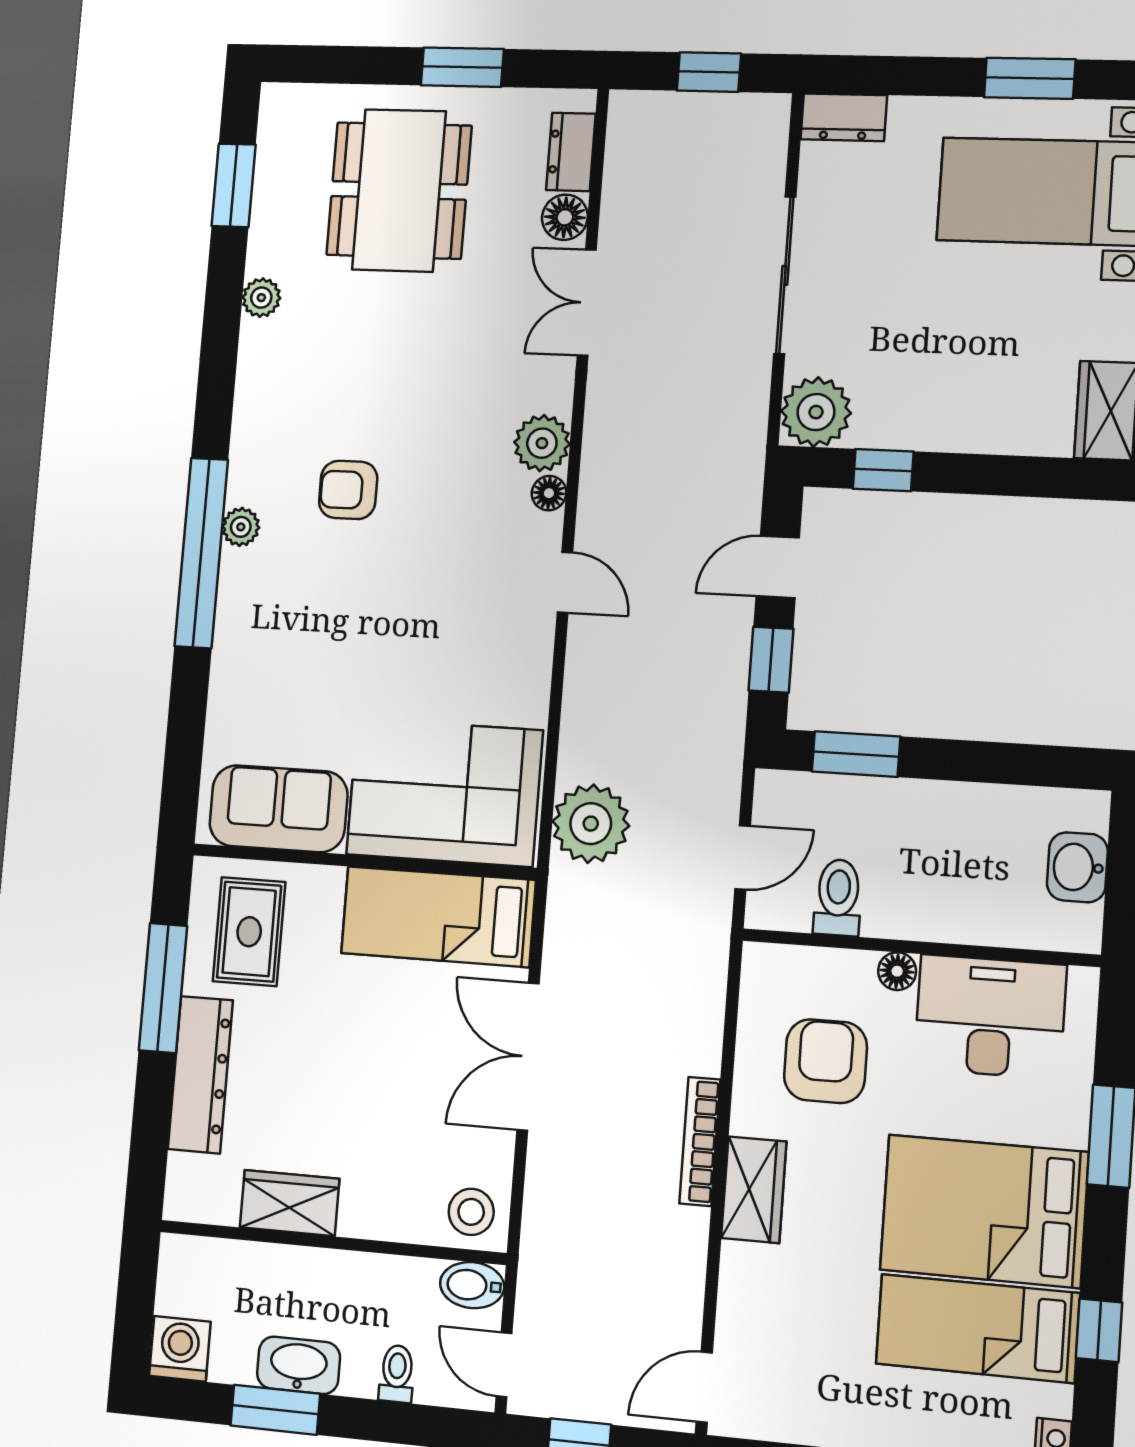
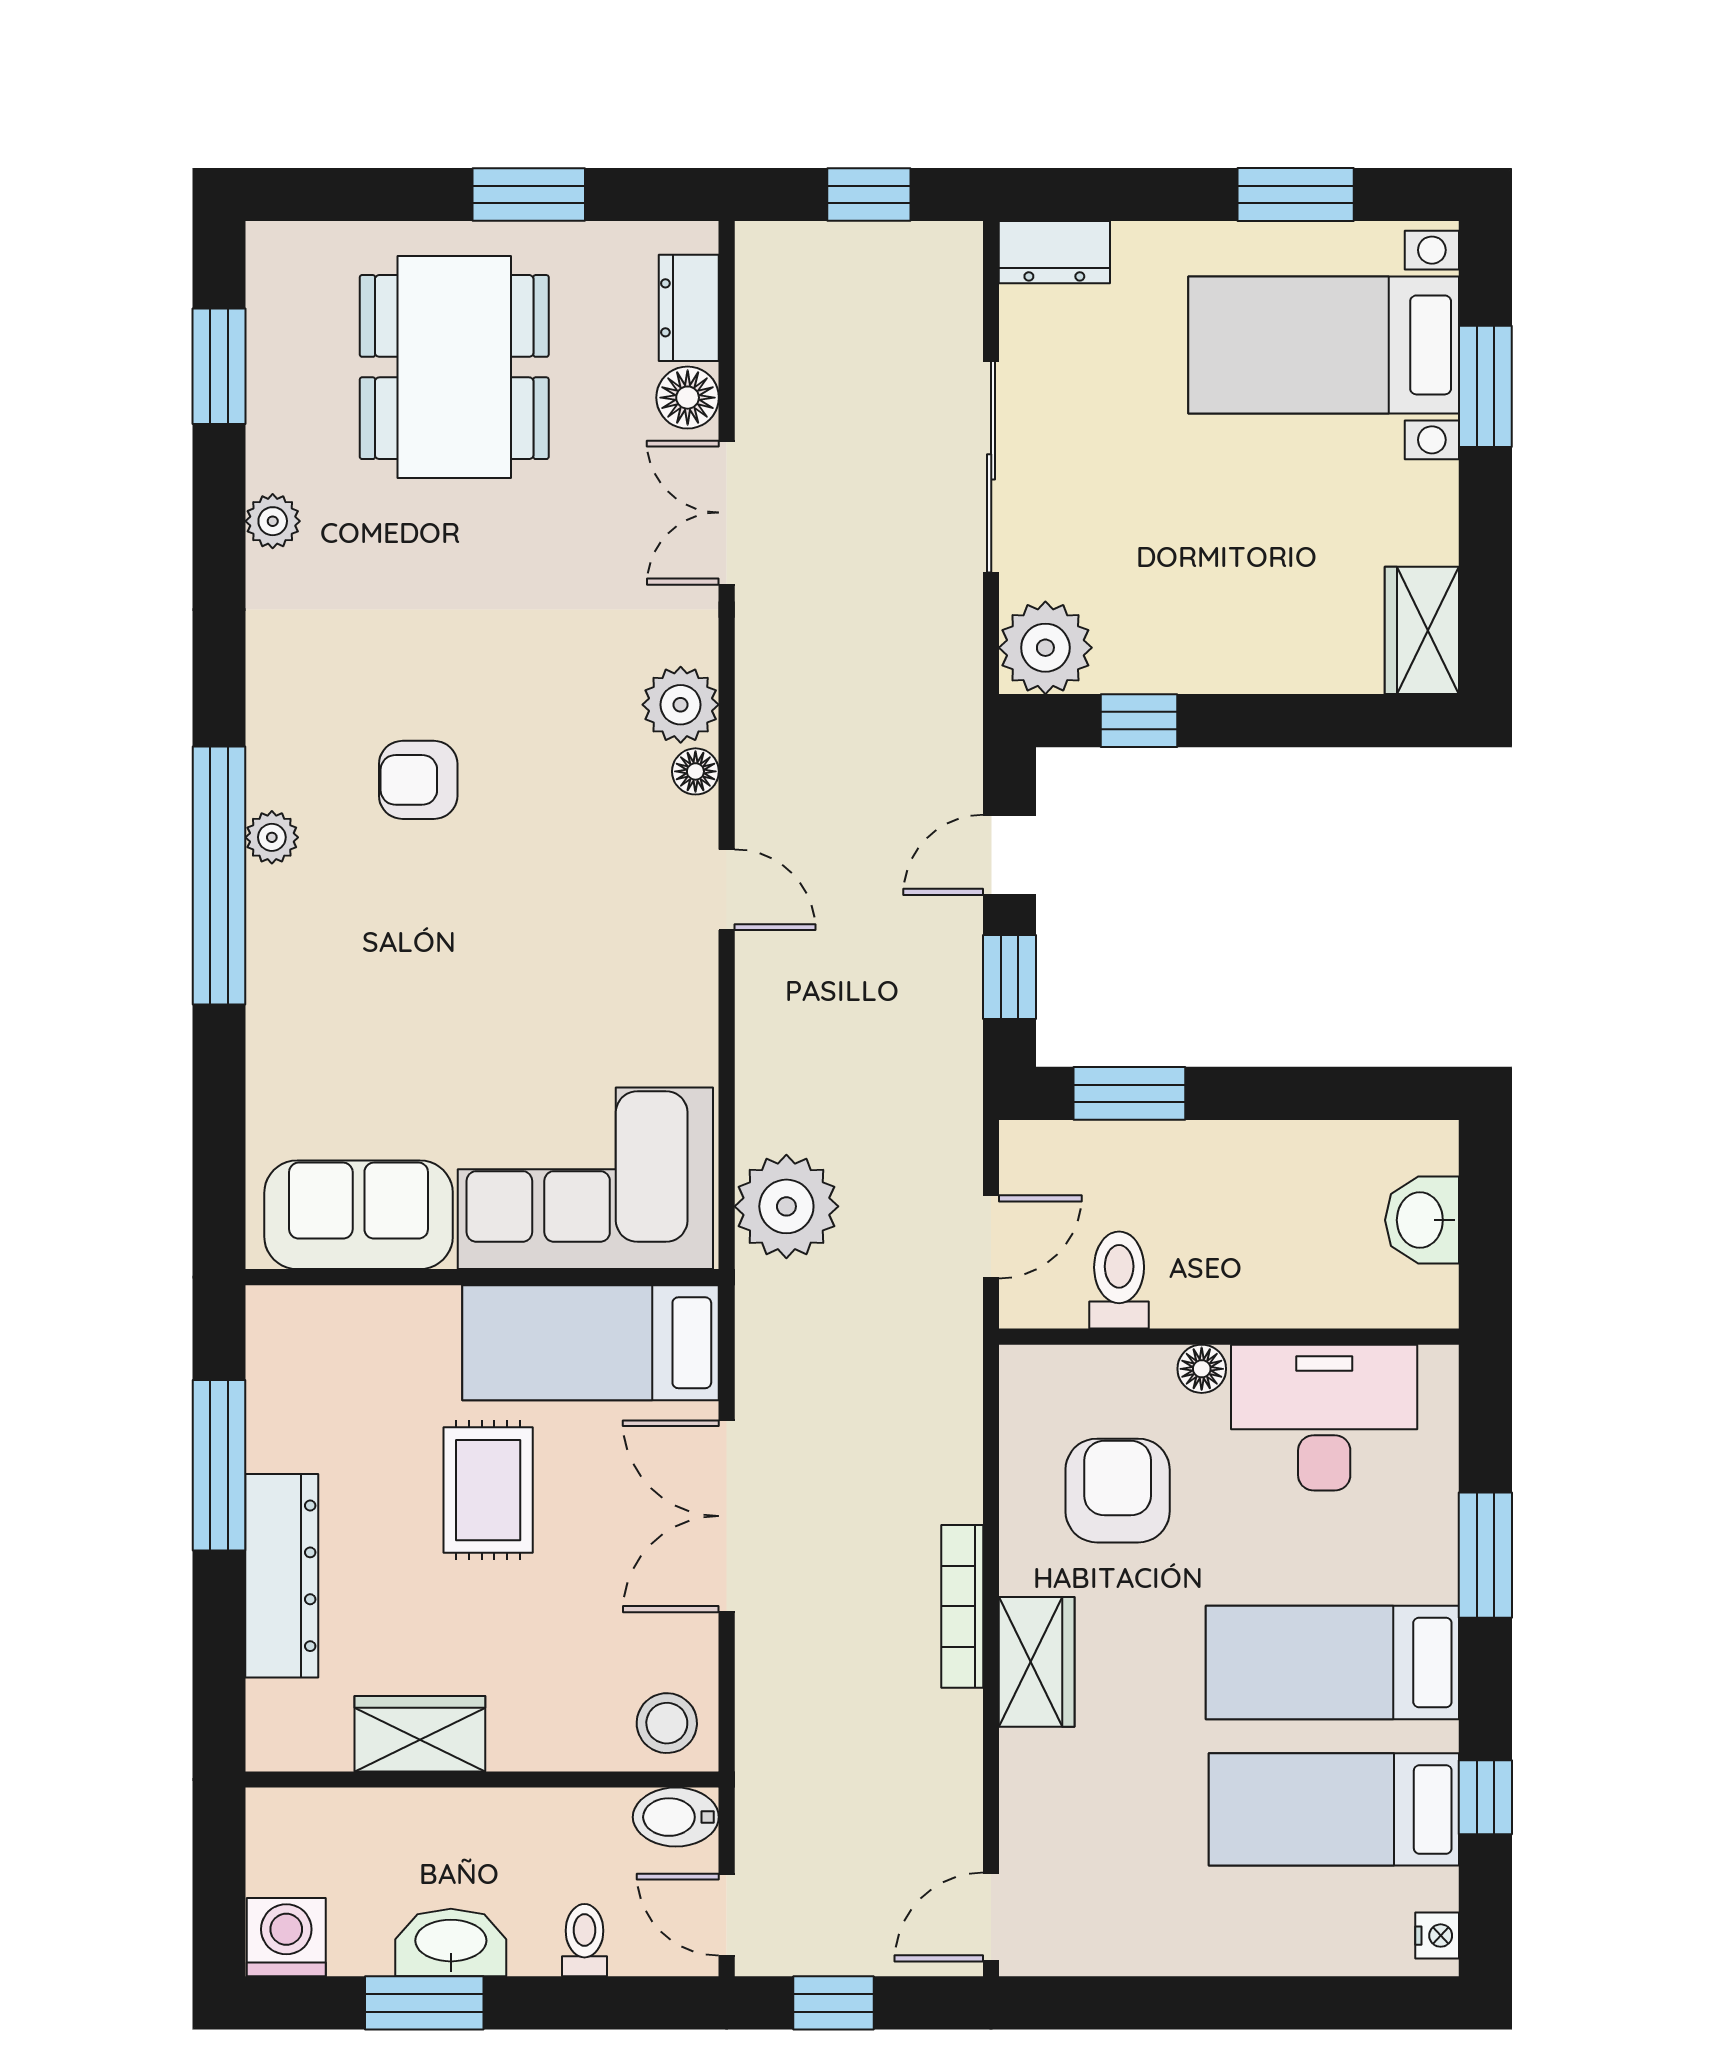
rug: (249, 932) -> (488, 1490), moved
bed: (984, 1211) -> (1332, 1662), width x0.67

